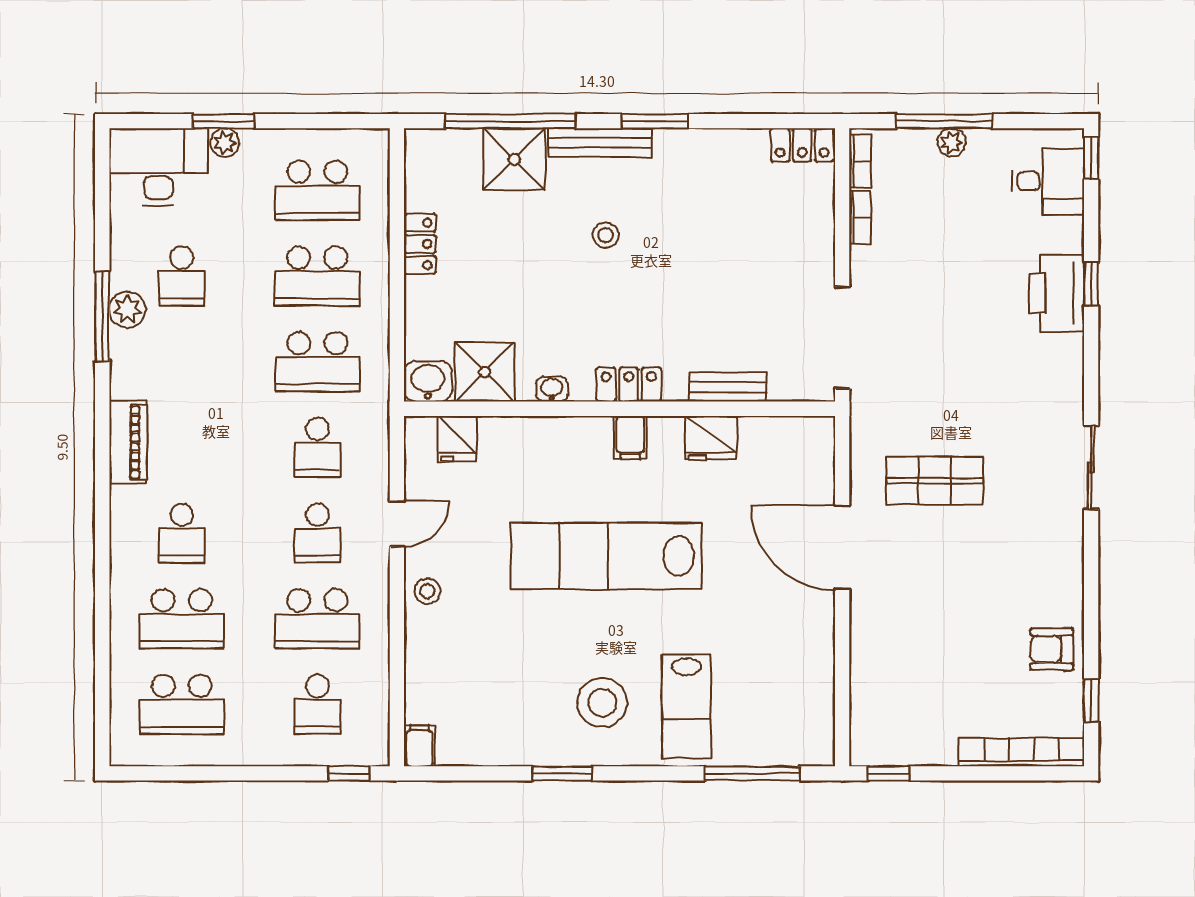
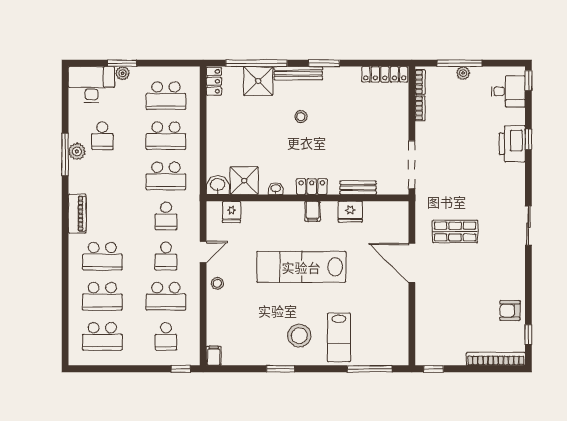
locker: (802, 145) -> (385, 74), width x1.53
locker: (420, 244) -> (214, 81), moved
school desk: (182, 533) -> (102, 256), width x1.85

